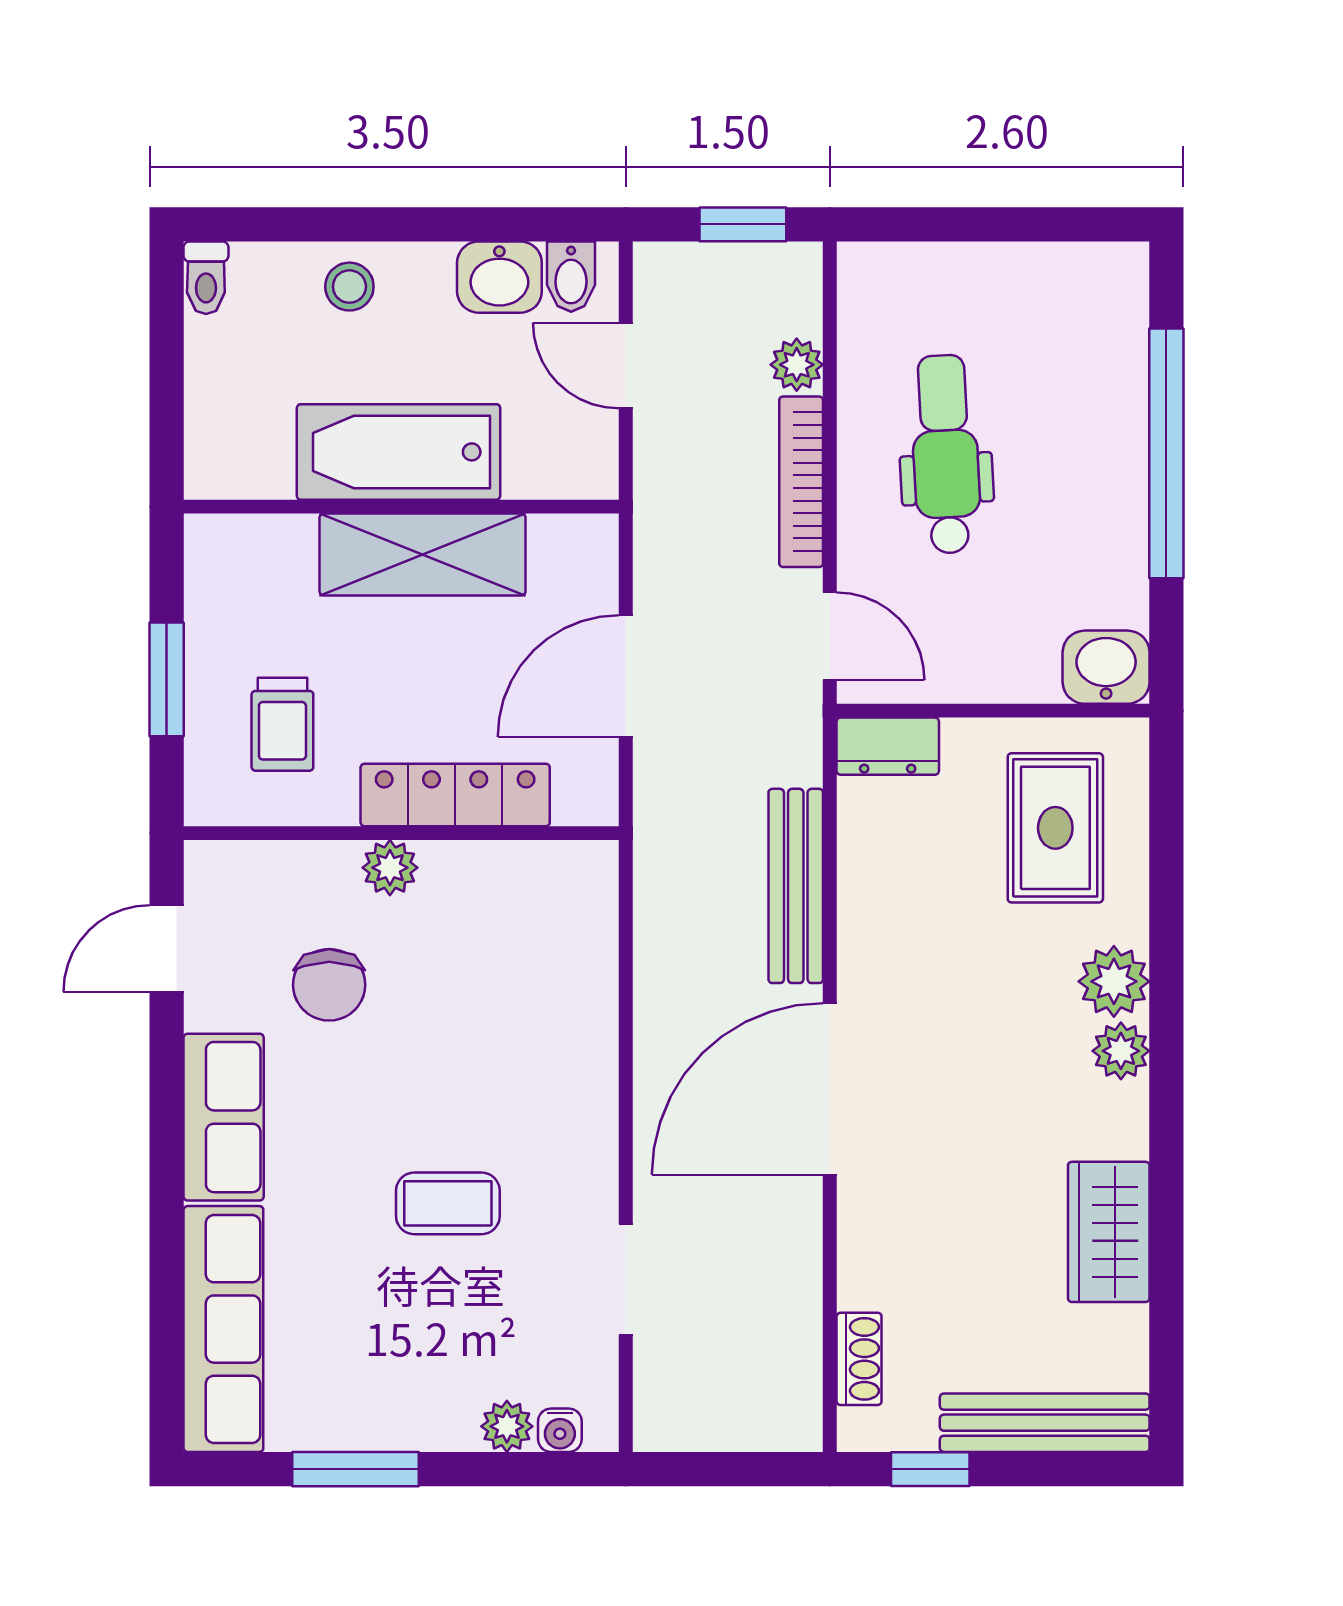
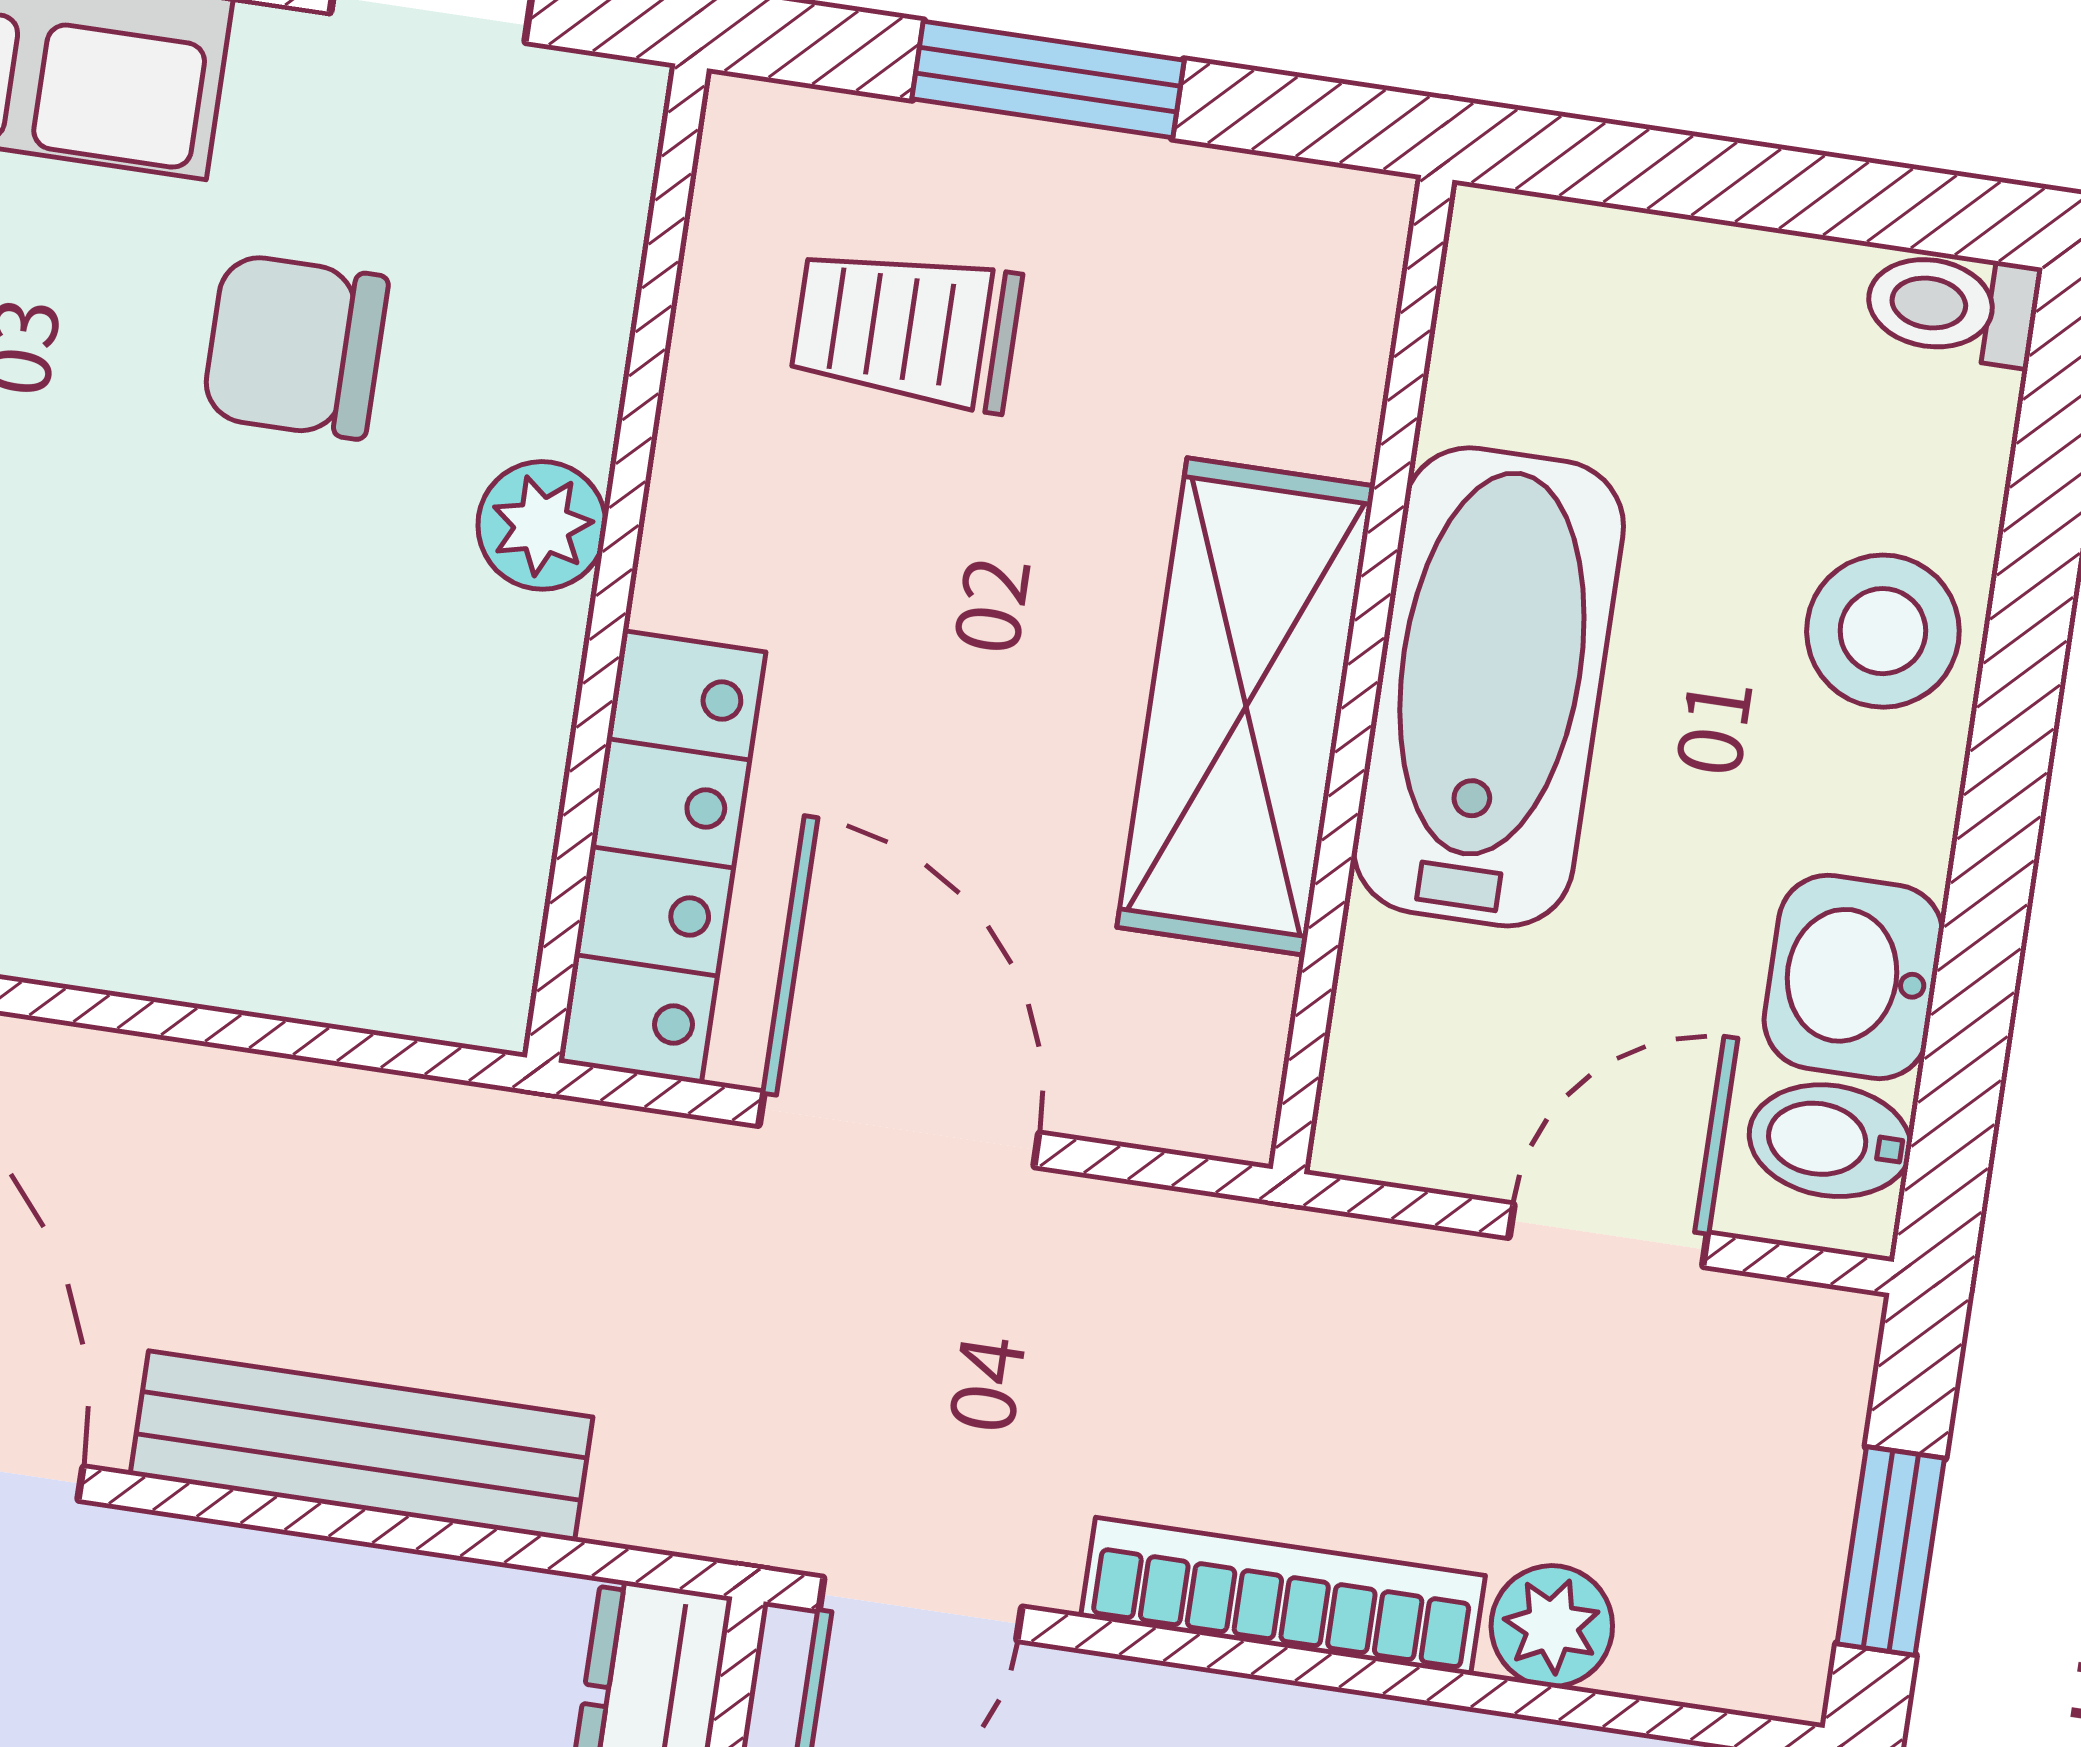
stool: (349, 287) -> (1883, 631), width x1.37, depth x1.37
locker: (455, 795) -> (662, 857), moved

